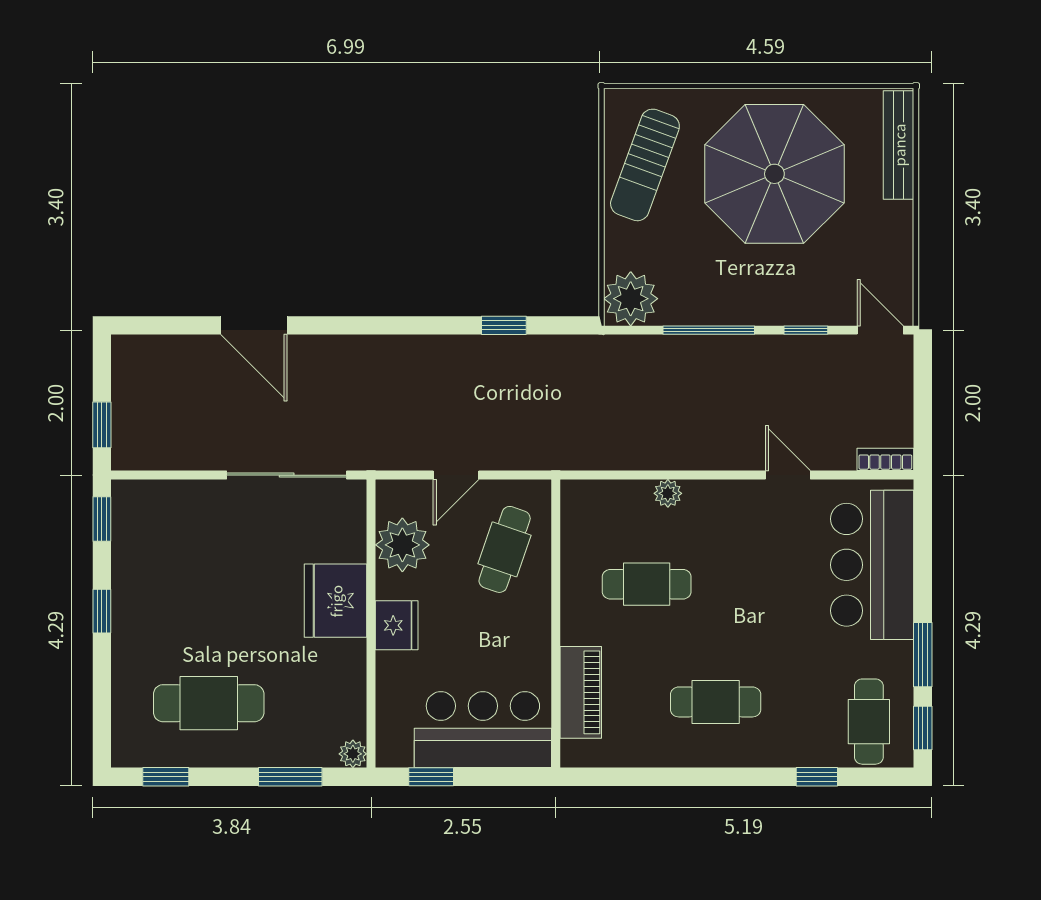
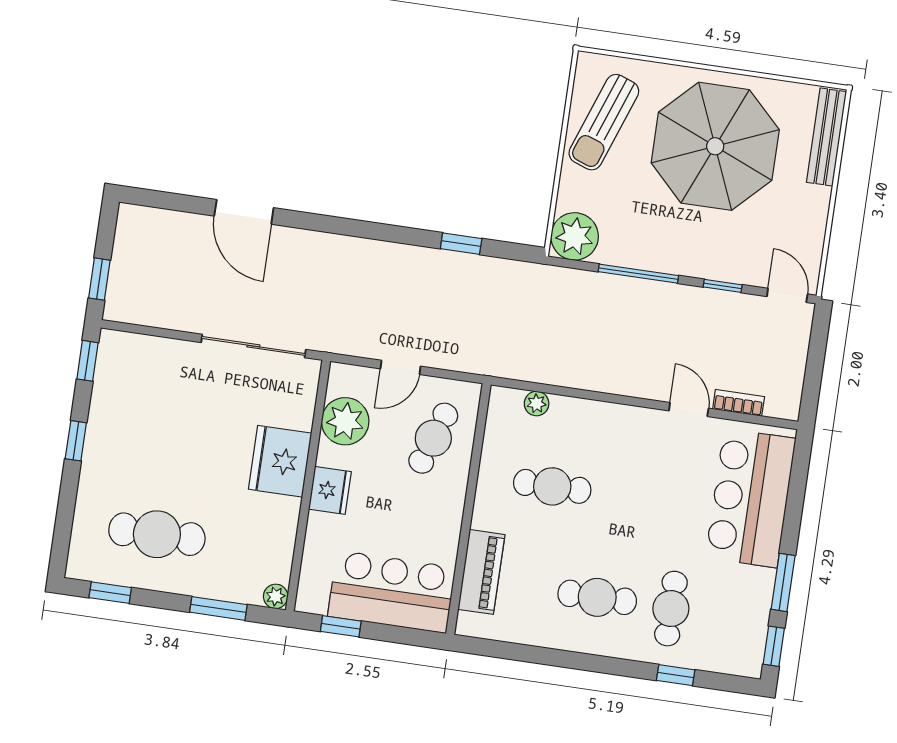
bookcase: (885, 459) -> (739, 403), moved
plant: (668, 493) -> (537, 404), moved
cafe table: (869, 722) -> (671, 609), moved

